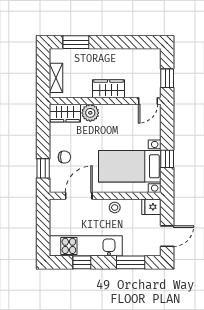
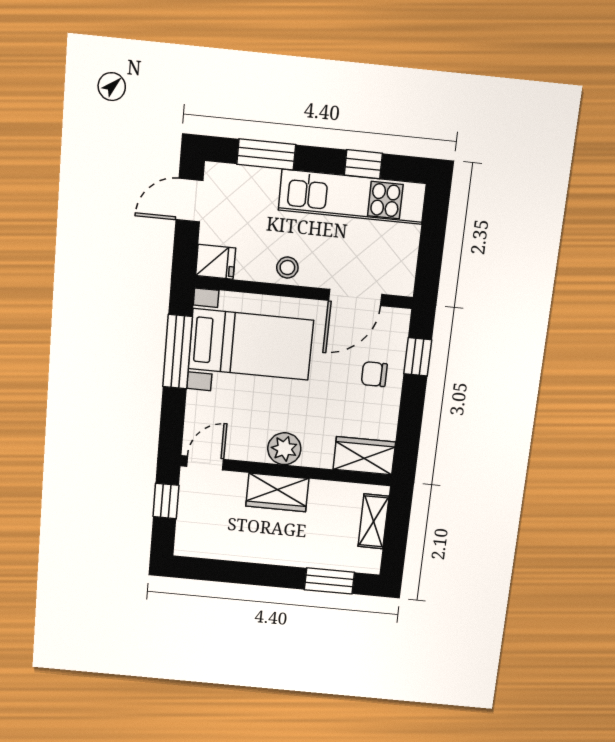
plant: (90, 113) -> (284, 449), moved
window: (167, 159) -> (178, 352), width x2.17

